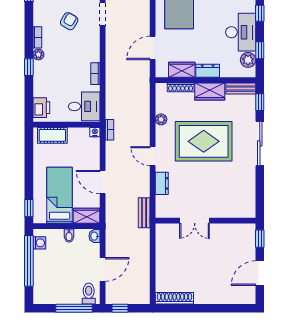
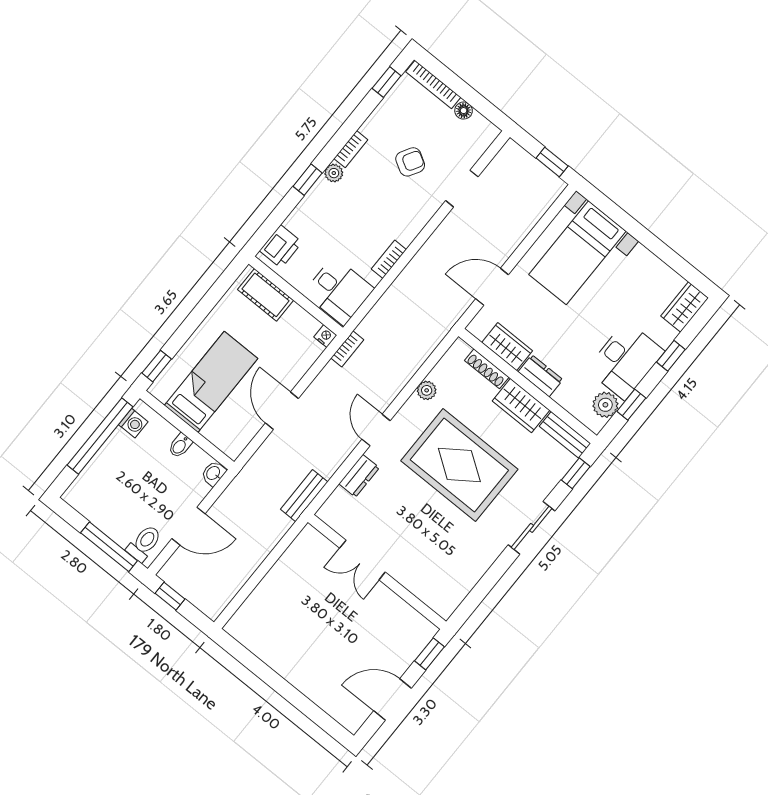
sliding door: (260, 143) -> (531, 528), width x0.73
wardrobe: (87, 216) -> (225, 438), removed
shoe rack: (174, 298) -> (253, 641), removed

